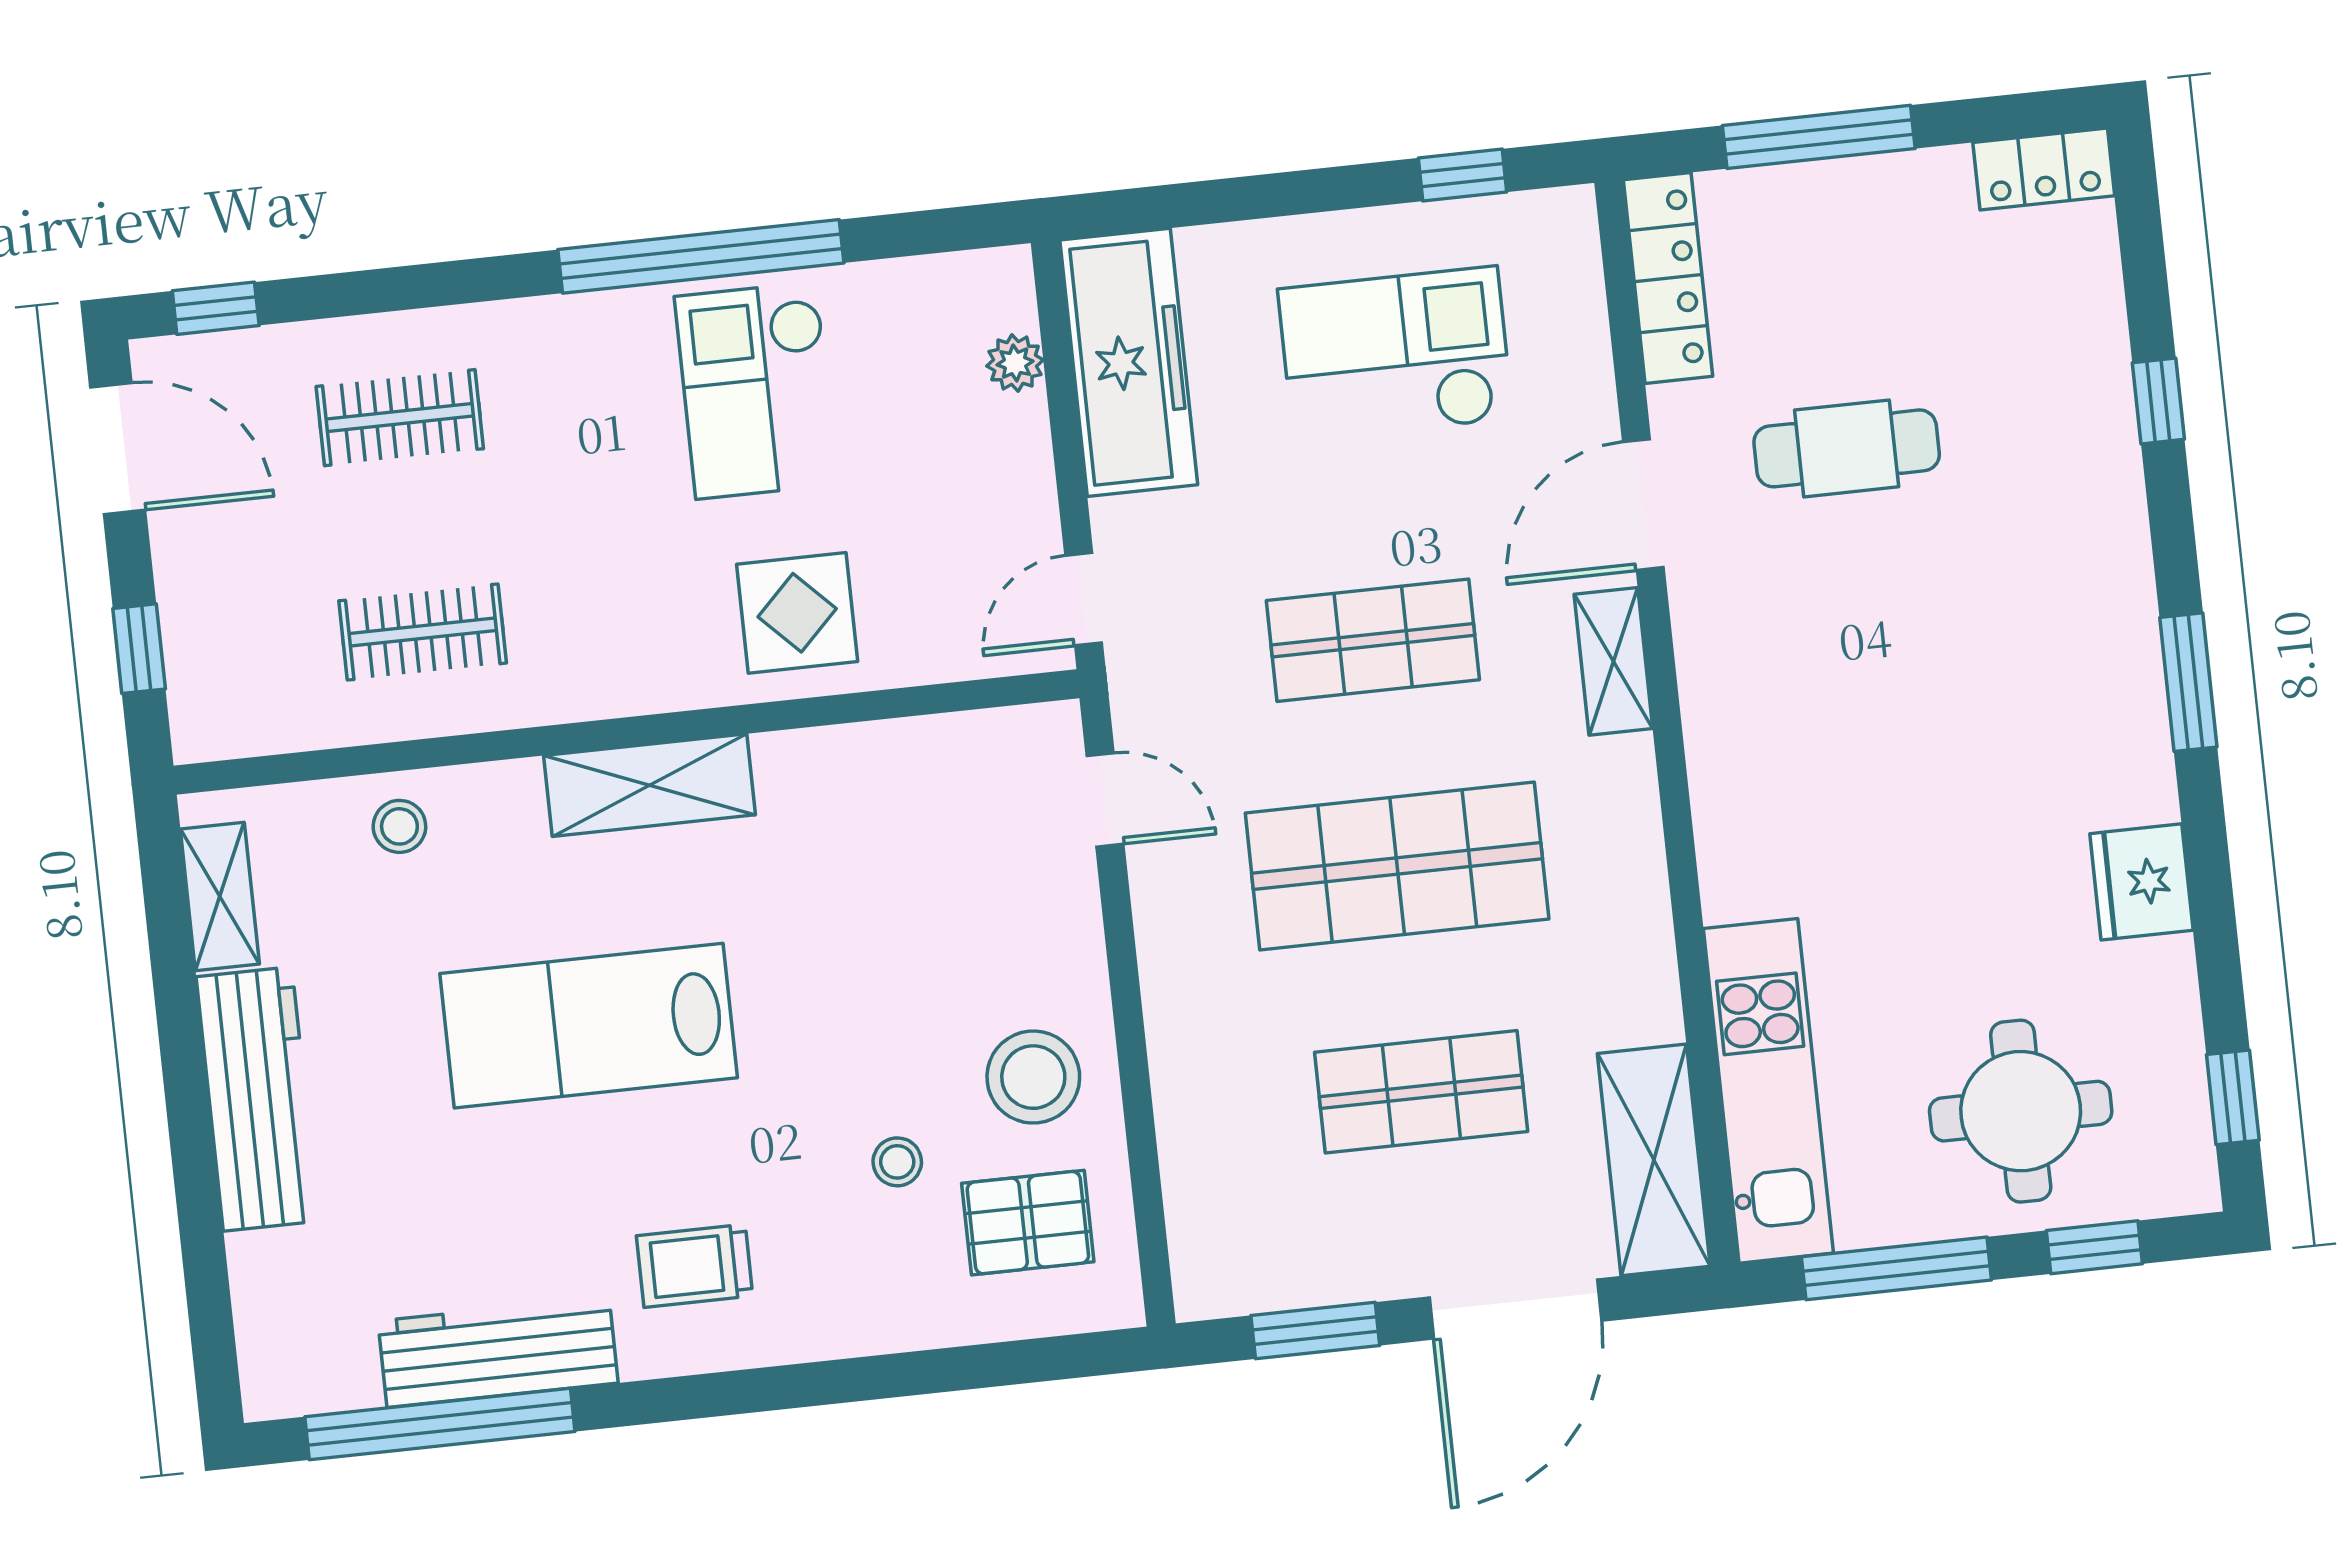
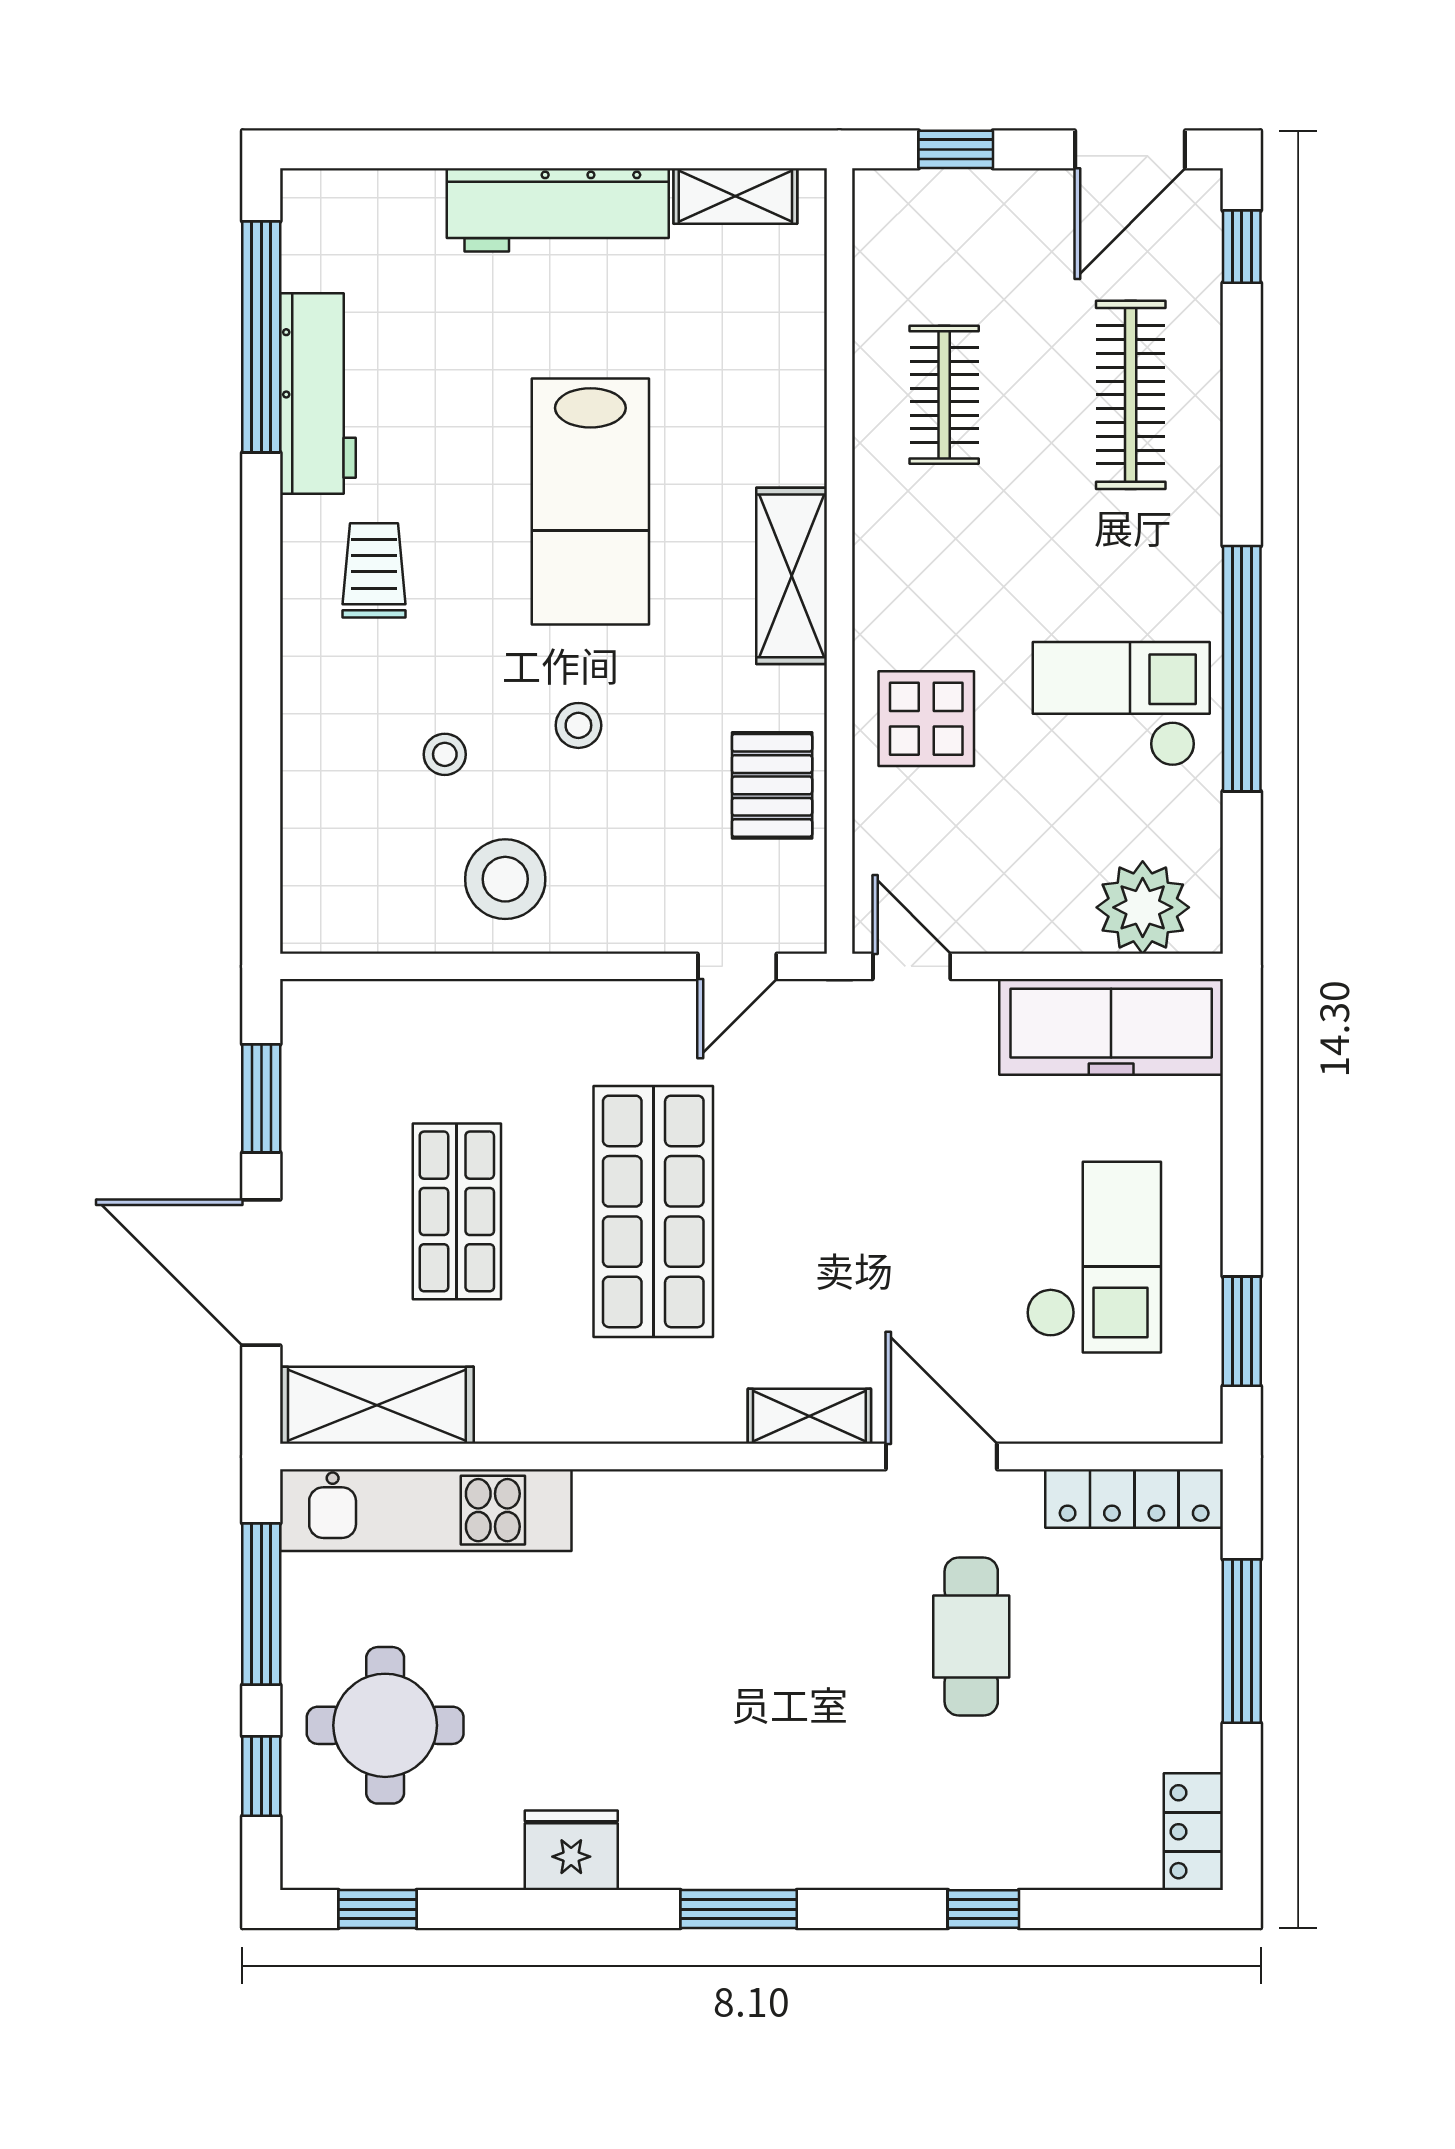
window: (1463, 175) -> (1242, 1331), width x1.50
plant: (1015, 363) -> (1143, 907), width x1.88, depth x1.88
clothes rail: (400, 418) -> (1131, 395), width x1.36
shop shelf: (1373, 640) -> (850, 1211), removed
stool: (399, 826) -> (578, 725), moved
lab bench: (589, 1026) -> (590, 501), turned 180
pallet: (1028, 1223) -> (772, 785), moved

